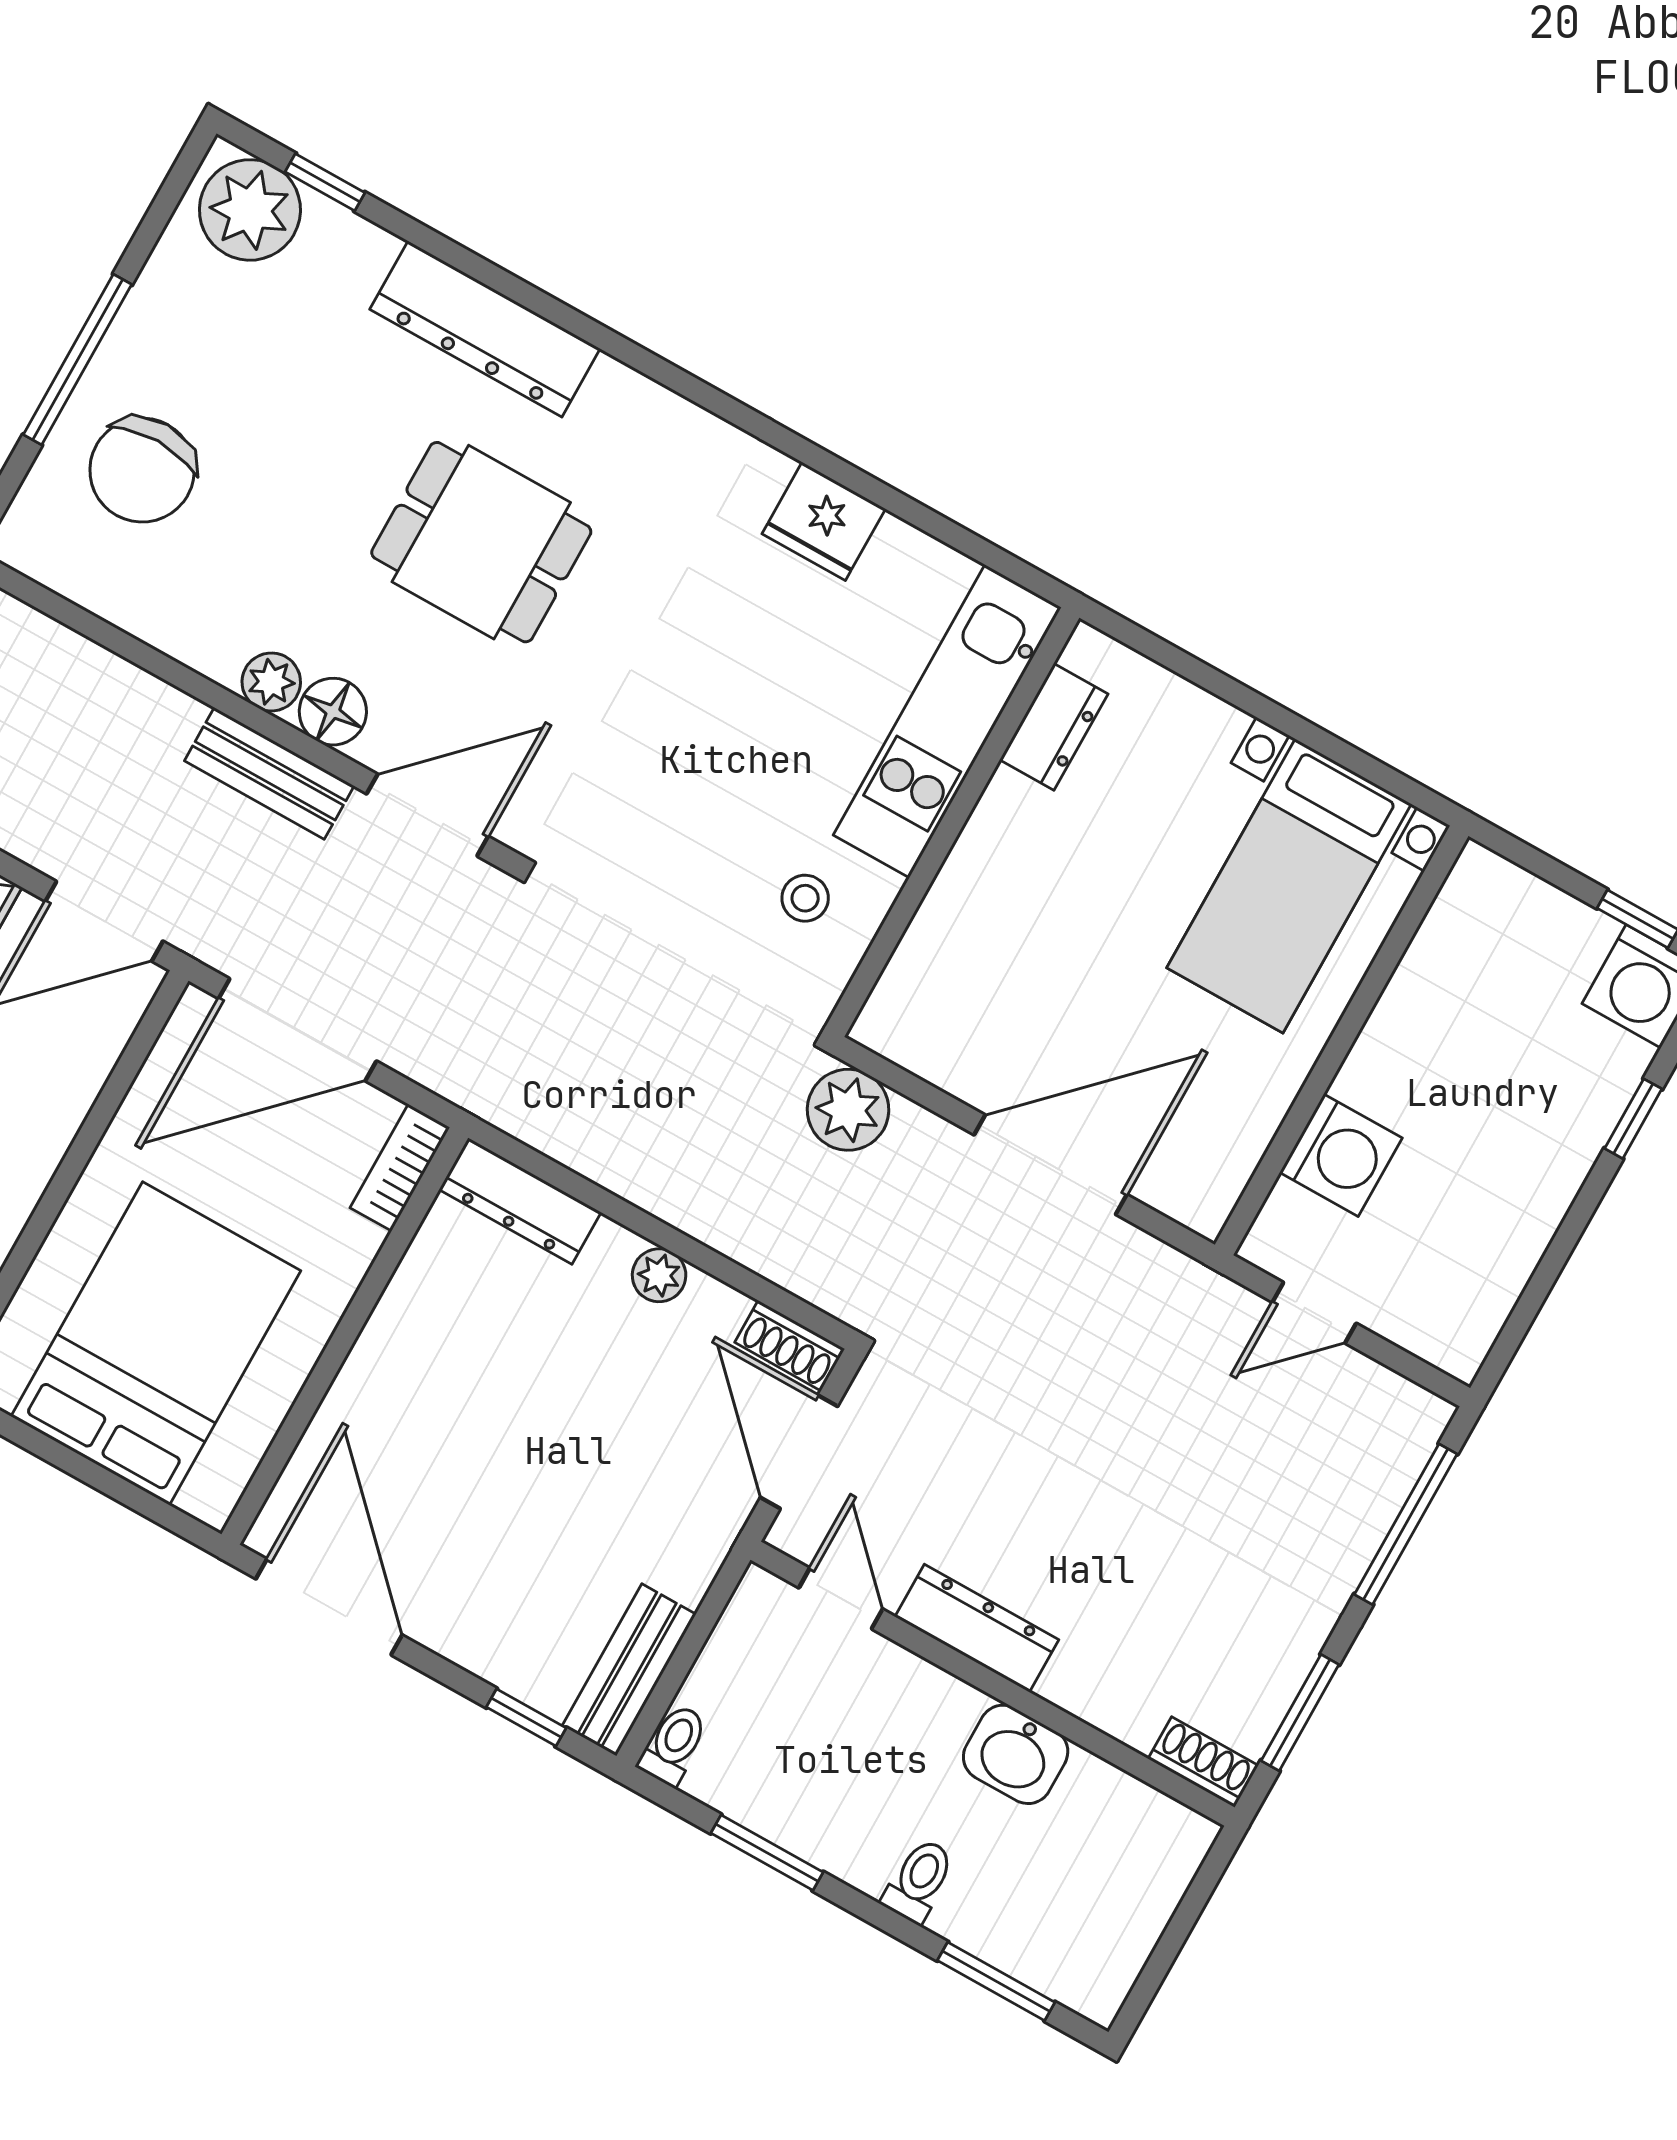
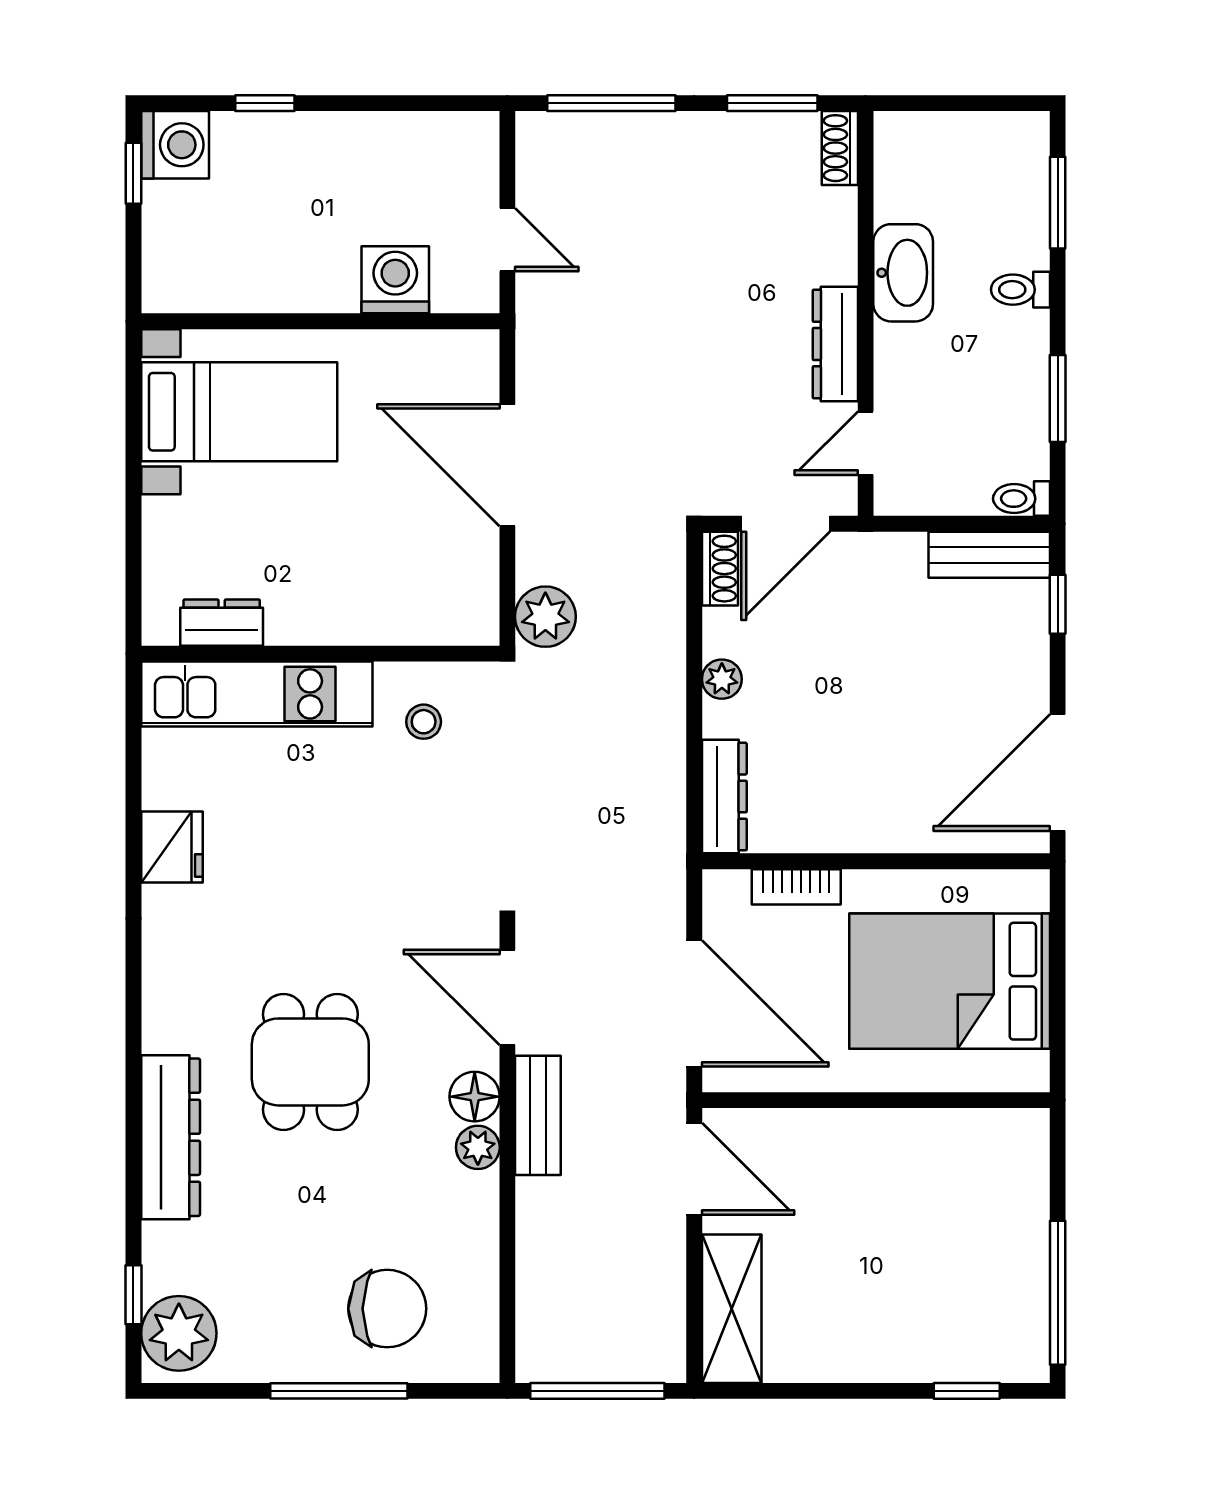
bookcase: (400, 1168) -> (796, 887), moved
washbasin: (1016, 1754) -> (903, 273), width x1.38

